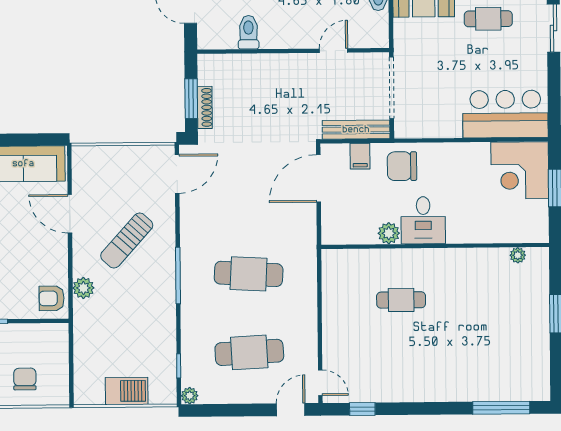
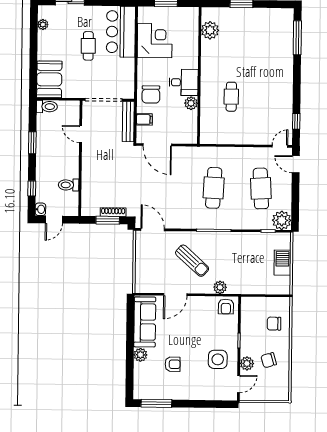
cafe table: (488, 19) -> (88, 46), moved
corner desk: (520, 170) -> (155, 41), moved, turned -90
plant: (518, 255) -> (210, 30), width x1.88, depth x1.88
plant: (190, 396) -> (282, 220), width x1.87, depth x1.87

